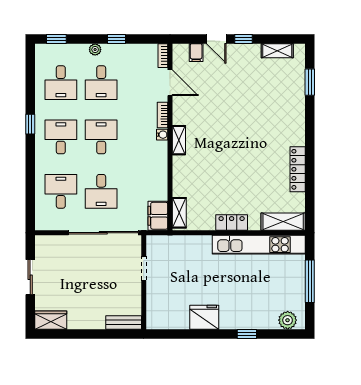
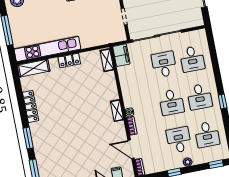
desk: (61, 83) -> (207, 134), turned 180
window: (310, 126) -> (28, 138), added

